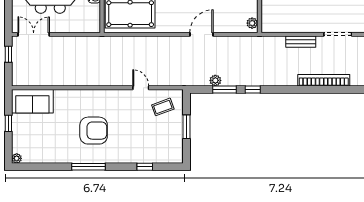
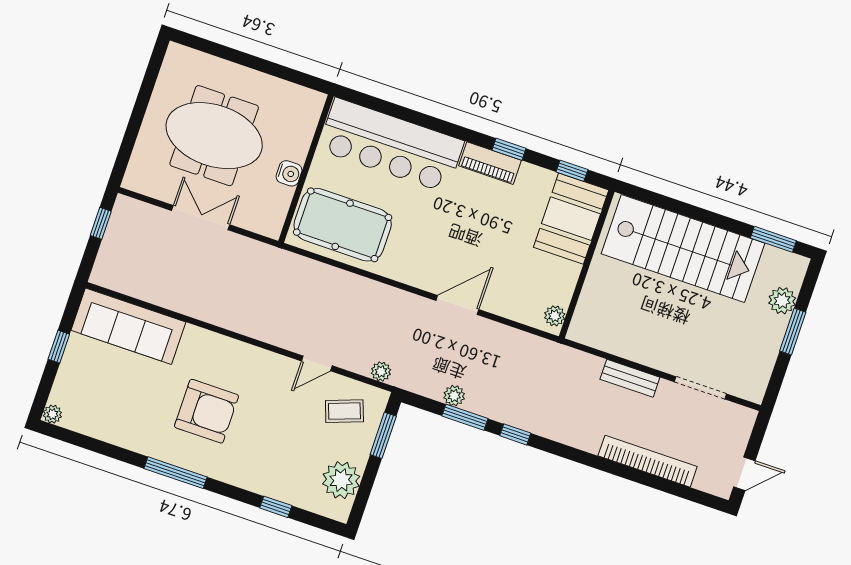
double door: (34, 34) -> (201, 218), moved
plant: (174, 81) -> (381, 371), added
door: (141, 88) -> (317, 363), swing flipped
sofa: (32, 101) -> (128, 326), width x1.36
window: (186, 127) -> (383, 435), moved
plant: (173, 142) -> (341, 480), added

